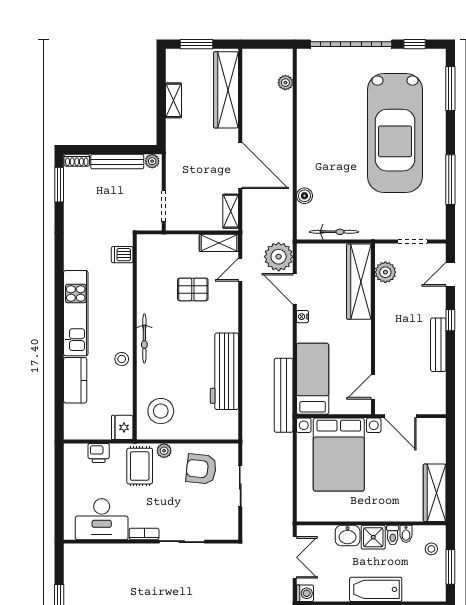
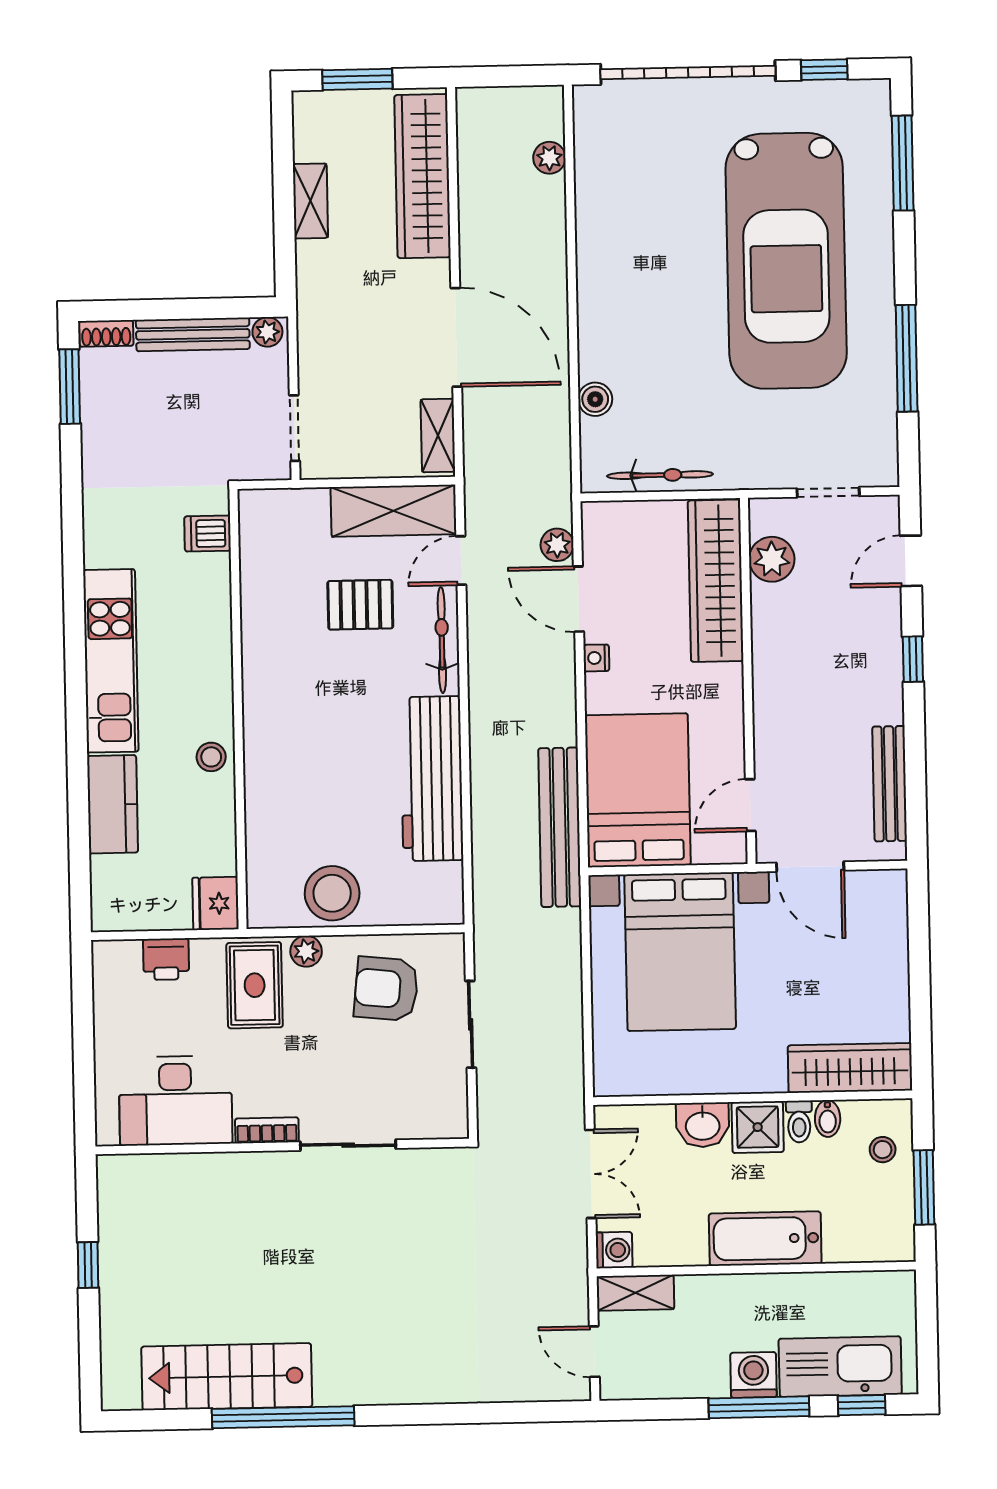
shelving: (219, 243) -> (393, 511), width x1.50, depth x1.33
plant: (279, 257) -> (557, 545), width x0.53, depth x0.53
bicycle: (144, 339) -> (442, 640), moved, turned 180
bench: (438, 345) -> (890, 784), moved
bed: (313, 379) -> (638, 790), width x1.50
stool: (161, 411) -> (332, 893), moved
wardrobe: (435, 493) -> (850, 1068), moved, turned 90

